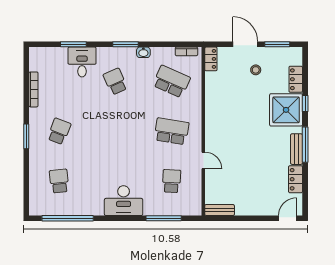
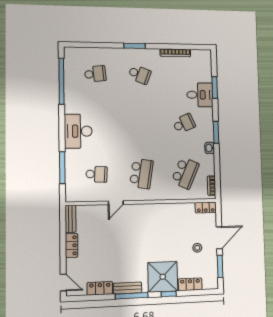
locker: (248, 209) -> (72, 245), added

